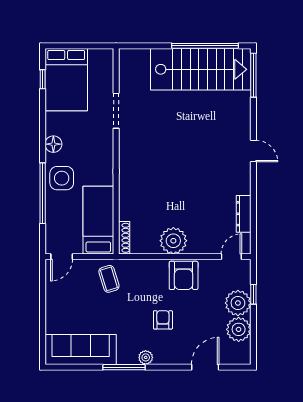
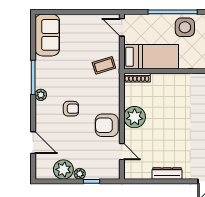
dresser: (244, 214) -> (167, 173), moved
door: (231, 257) -> (122, 152), moved
plant: (238, 303) -> (80, 174), width x0.53, depth x0.53
sofa: (81, 349) -> (47, 35), width x0.73

